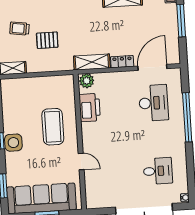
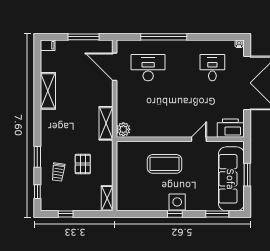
window: (181, 21) -> (84, 37), moved
trolley: (19, 29) -> (58, 172), moved
locker: (122, 62) -> (107, 95), removed
printer: (90, 108) -> (230, 128), moved

